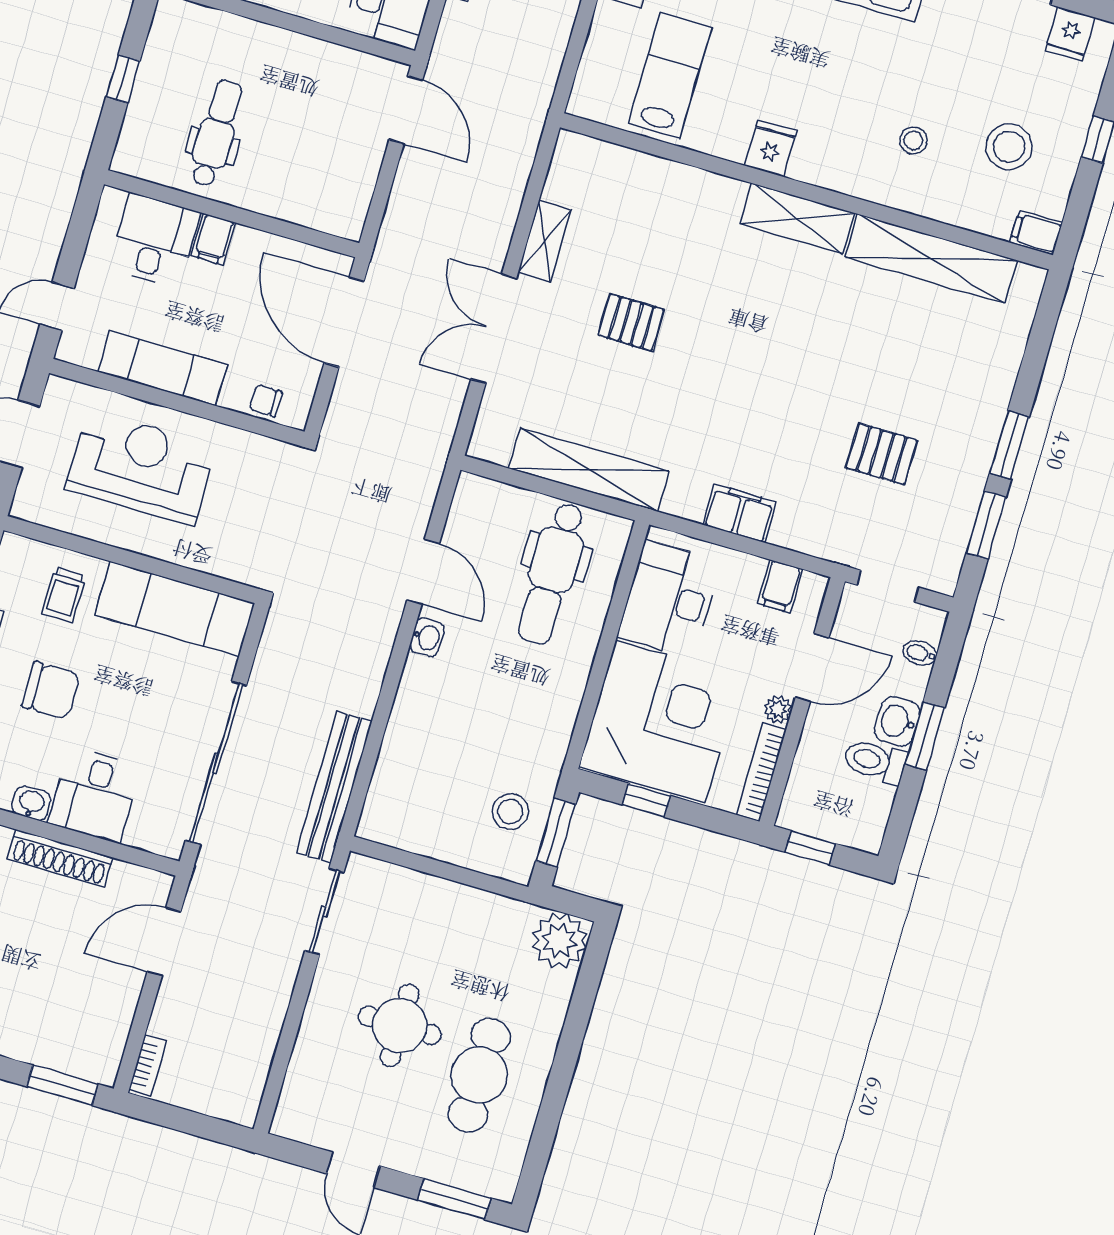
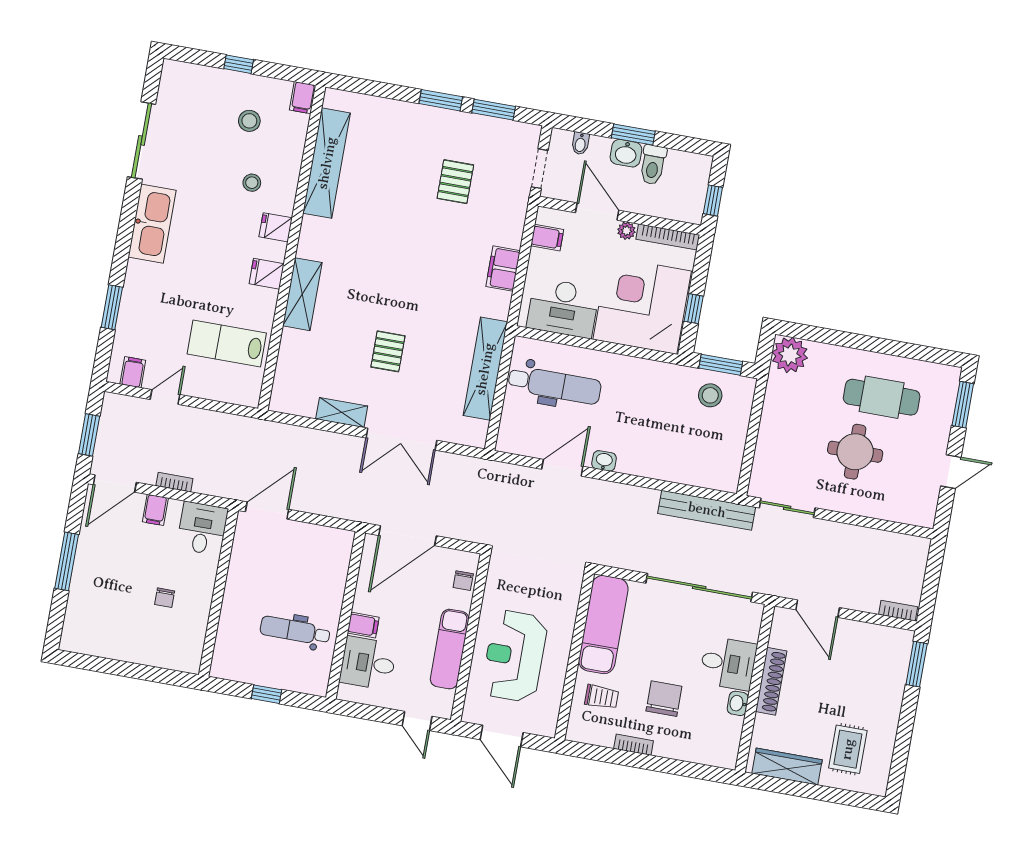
fridge: (1070, 34) -> (276, 227), moved, turned 180
stool: (1009, 147) -> (249, 121), width x0.73, depth x0.73
shelving: (797, 219) -> (302, 294), moved

